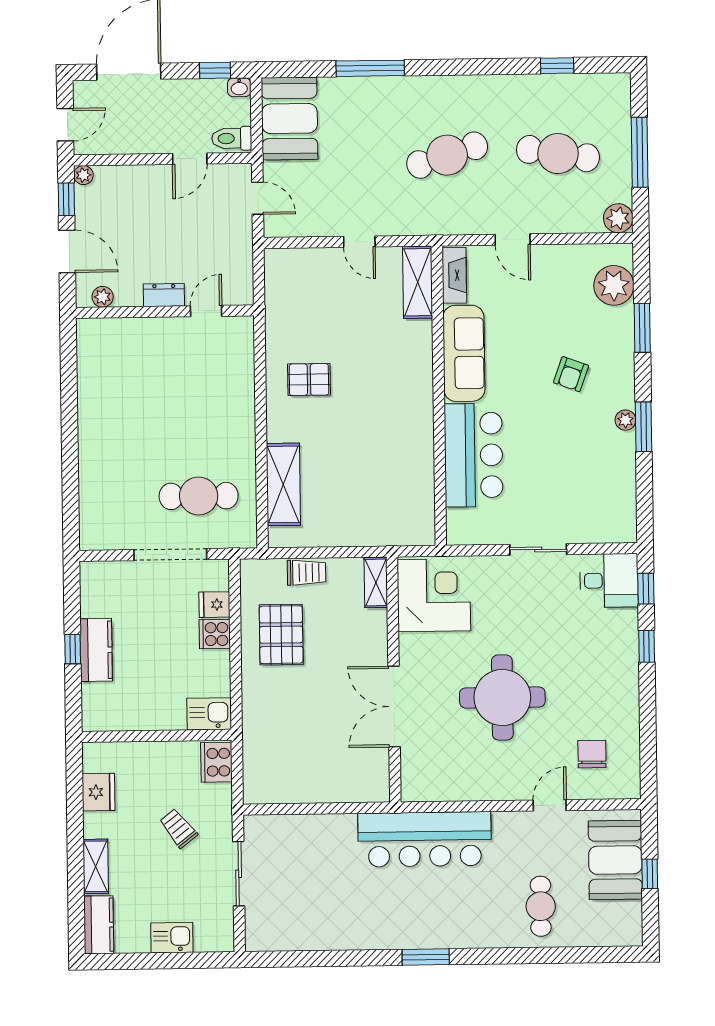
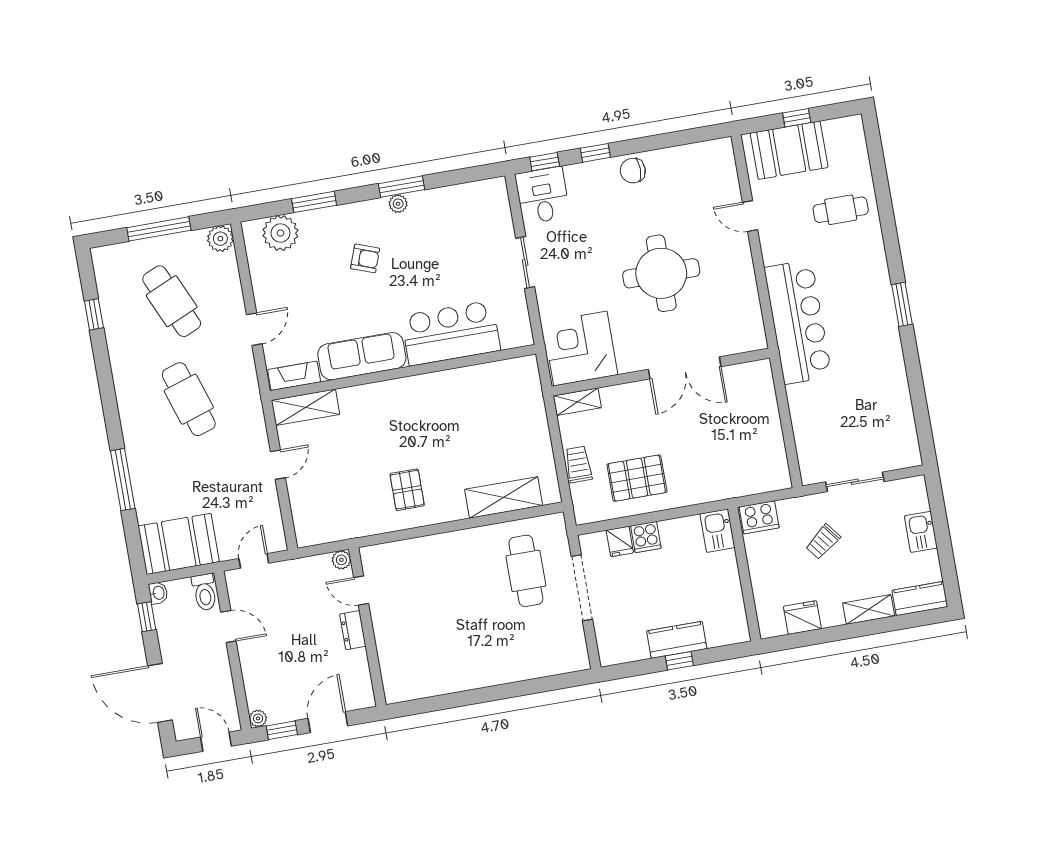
cafe table: (558, 154) -> (172, 301), turned -33
plant: (103, 297) -> (341, 560), moved
chair: (592, 754) -> (633, 171), moved

